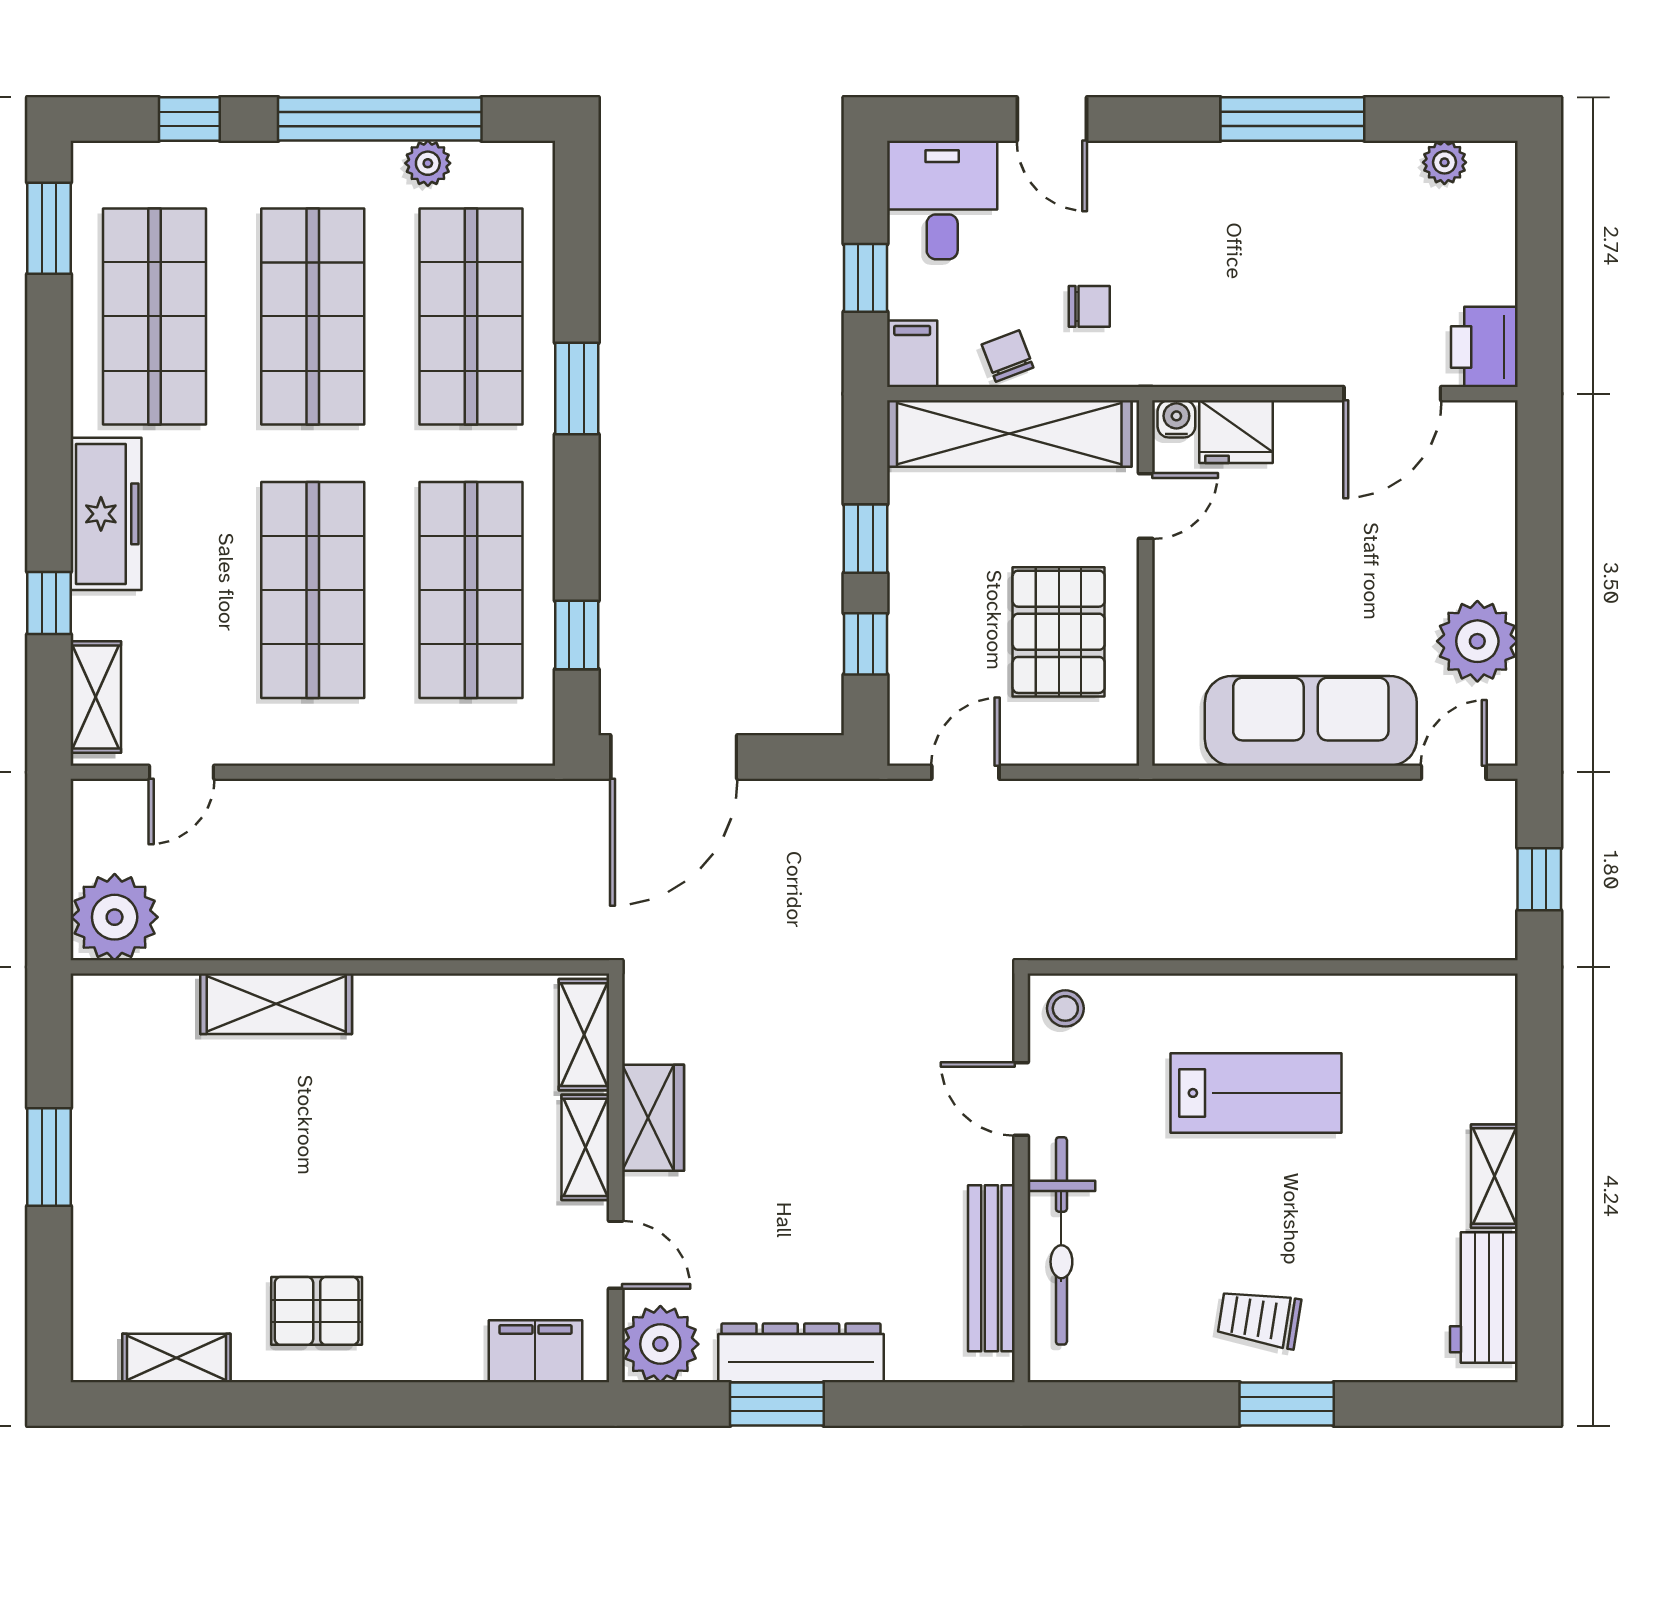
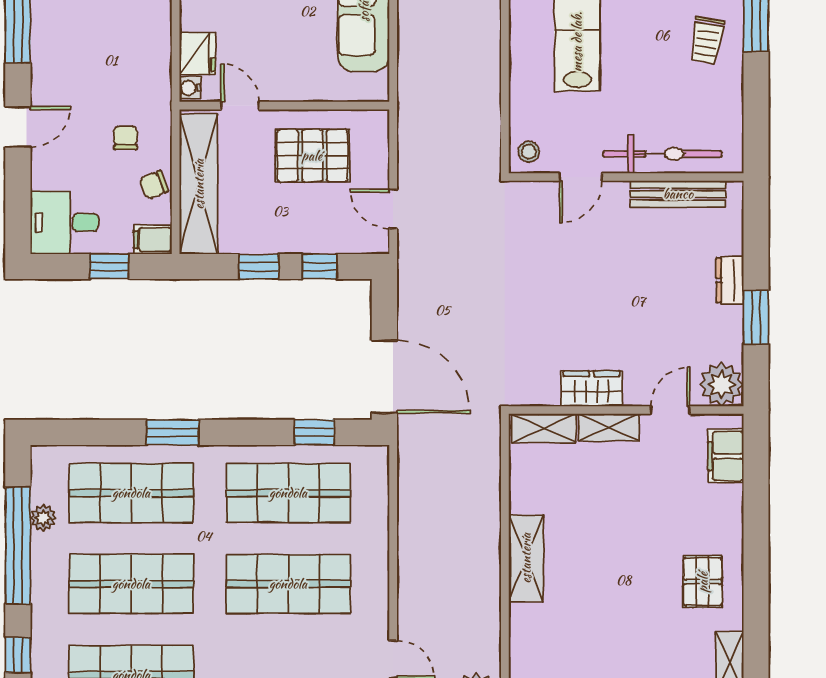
door: (1052, 119) -> (18, 127), moved
shelving: (276, 1004) -> (526, 558), moved
dresser: (801, 1353) -> (730, 280), width x0.51, depth x0.80

